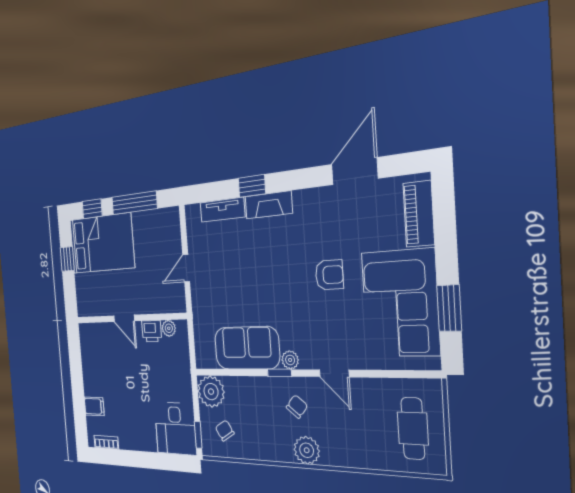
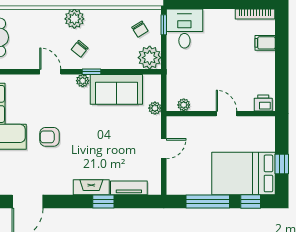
plant: (200, 323) -> (155, 108), added
printer: (152, 331) -> (263, 103), moved
bookcase: (106, 442) -> (255, 14), width x1.56

